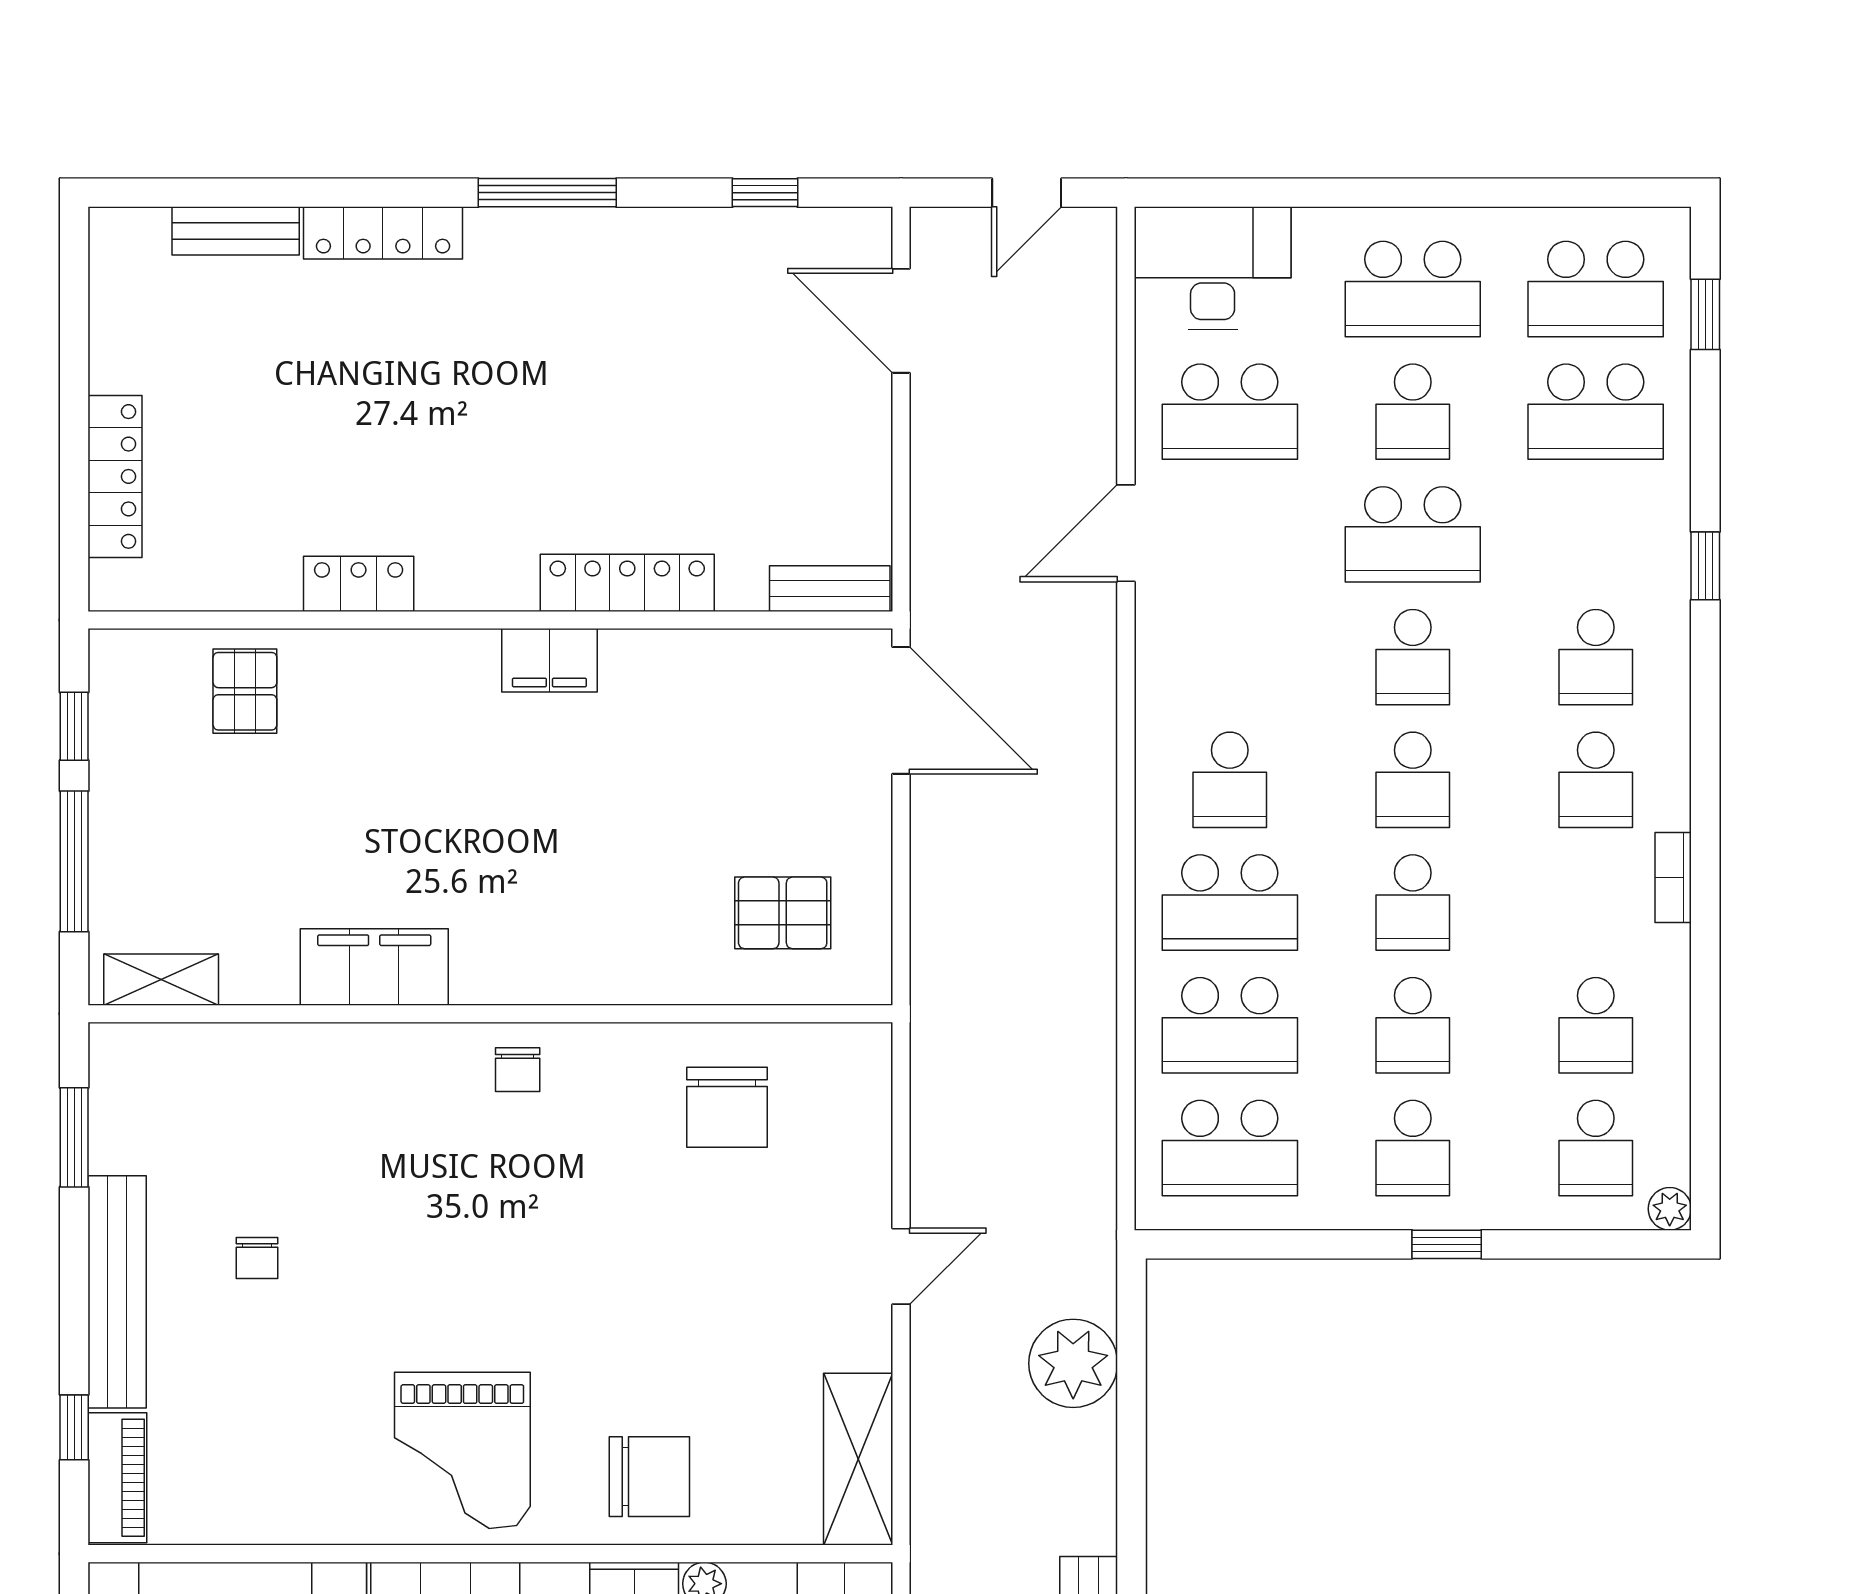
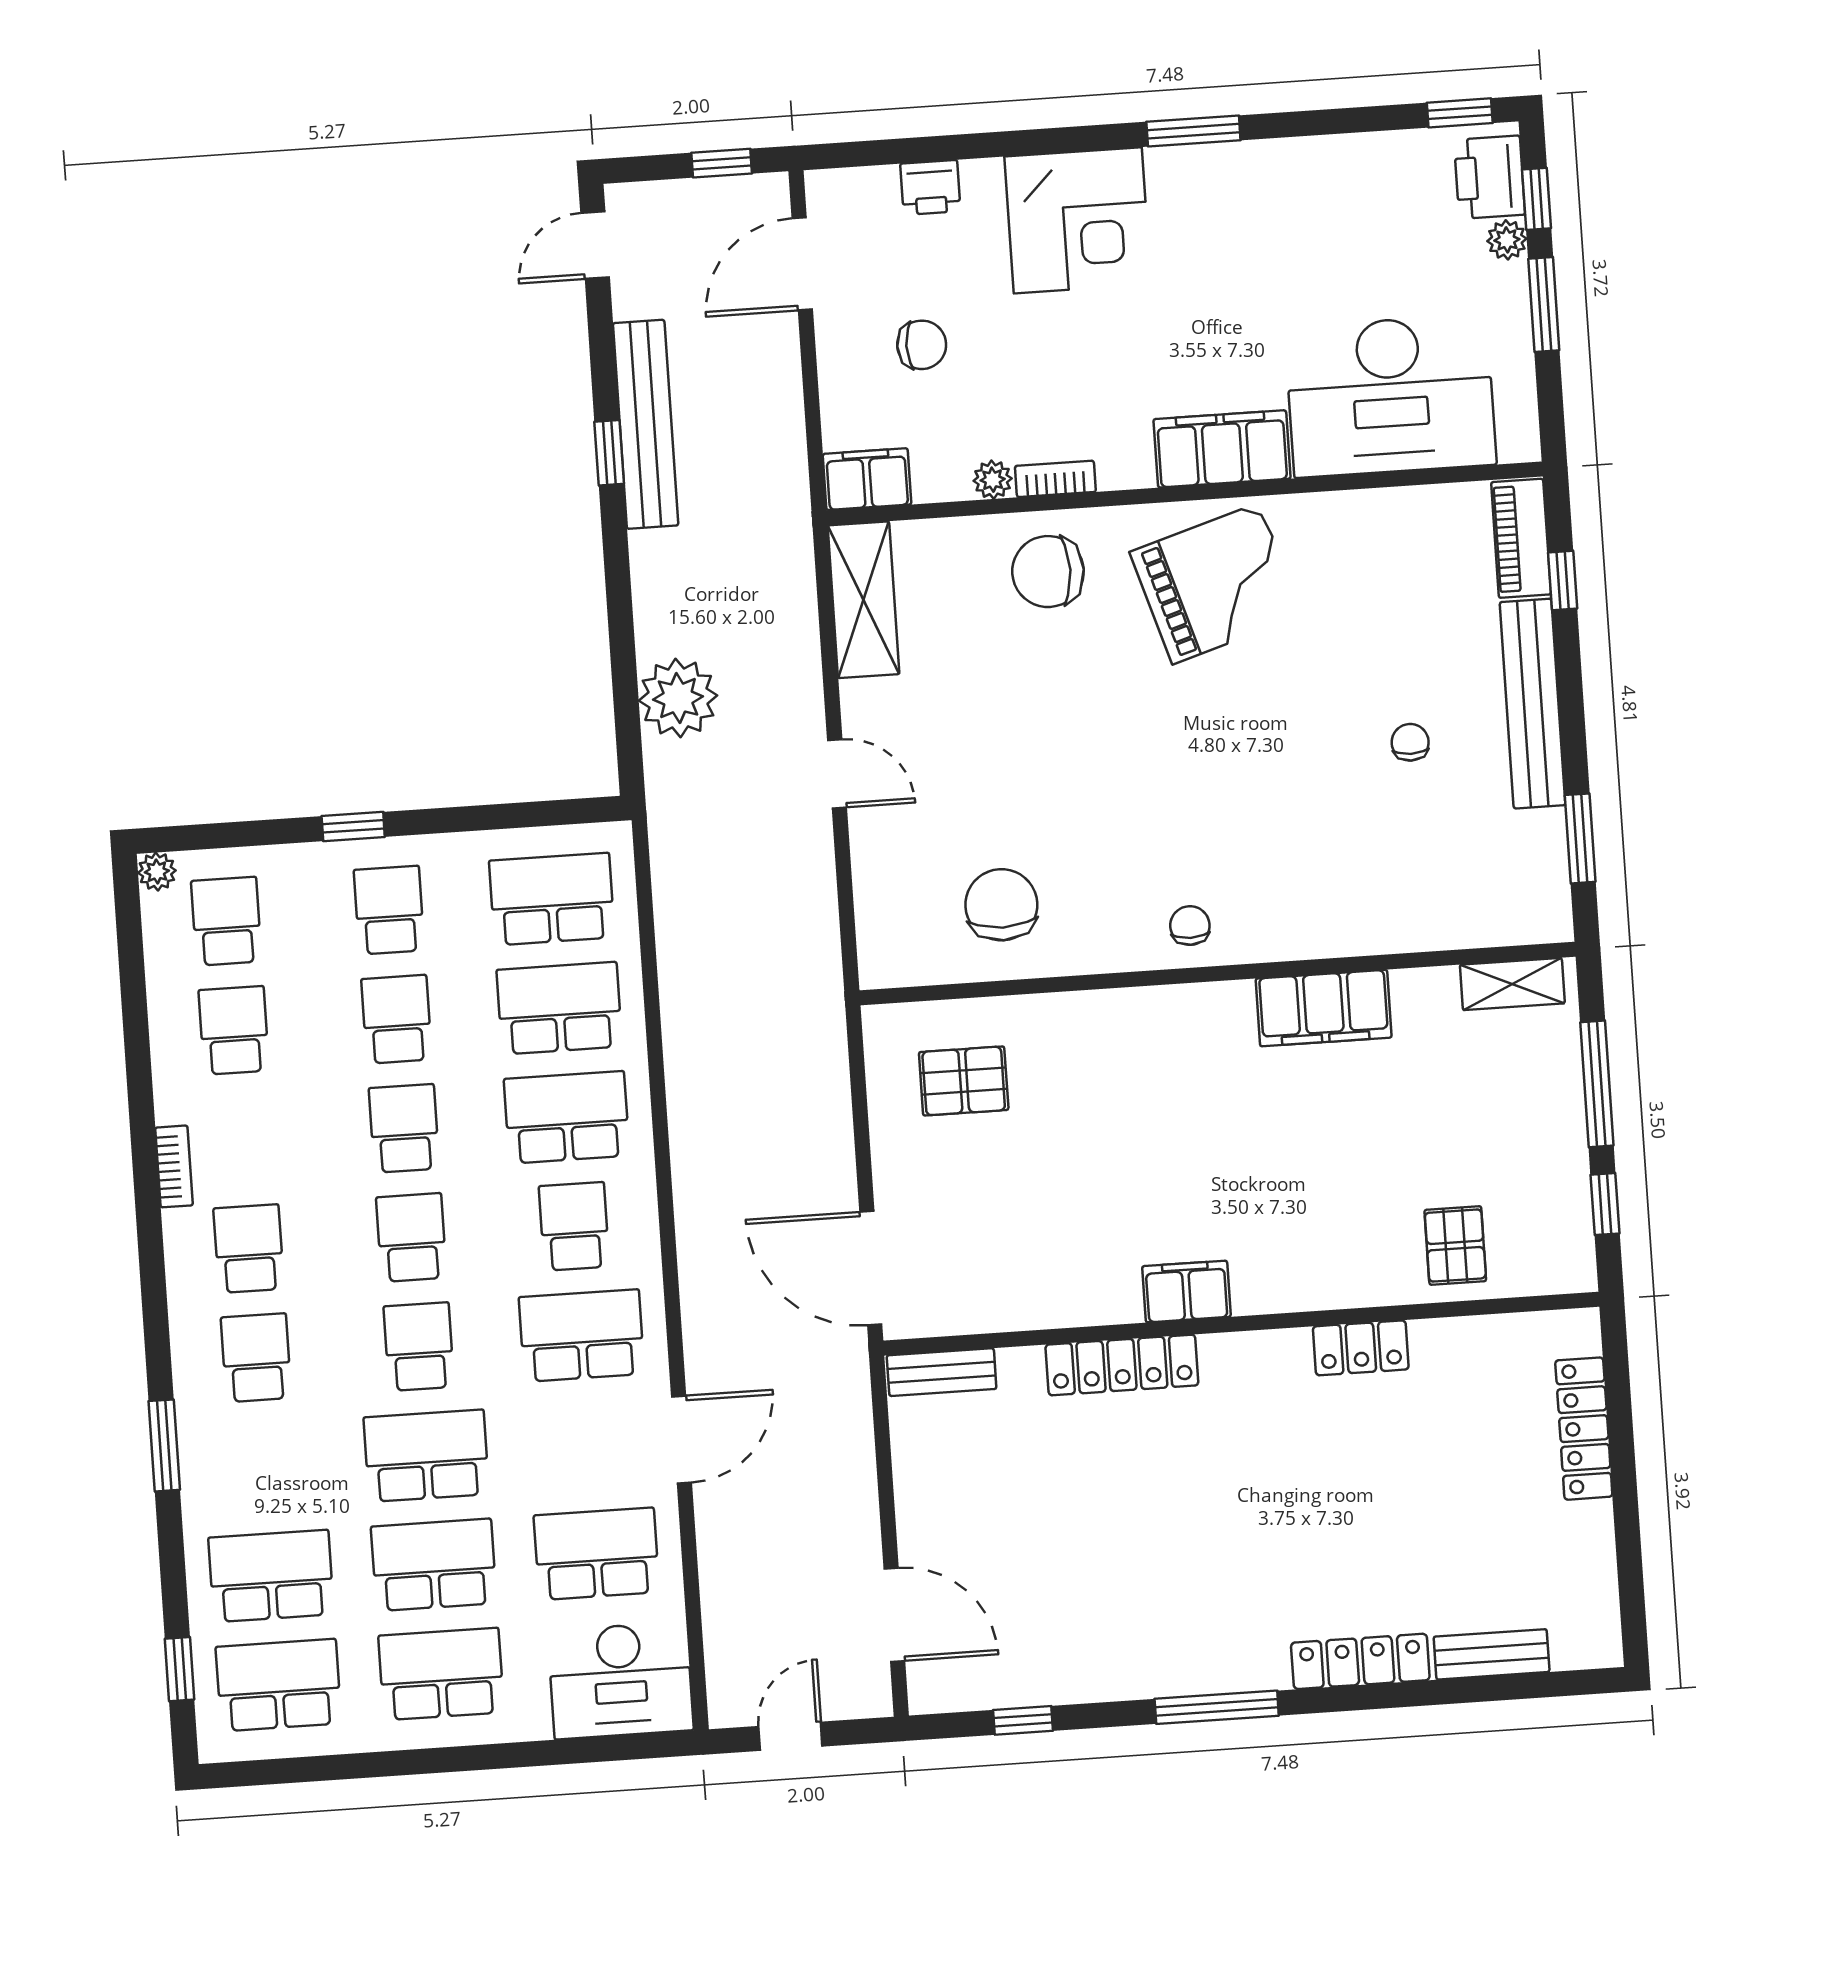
school desk: (1413, 412) -> (434, 1565), width x1.85
window: (1705, 566) -> (164, 1445), width x1.50
school desk: (1230, 657) -> (582, 1336), added
door: (901, 1266) -> (837, 774), swing flipped
grand piano: (462, 1450) -> (1216, 584), turned 73

